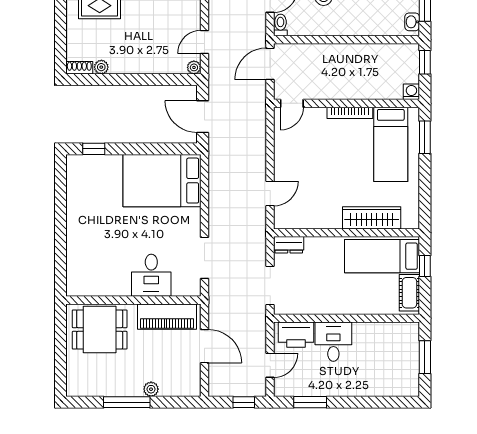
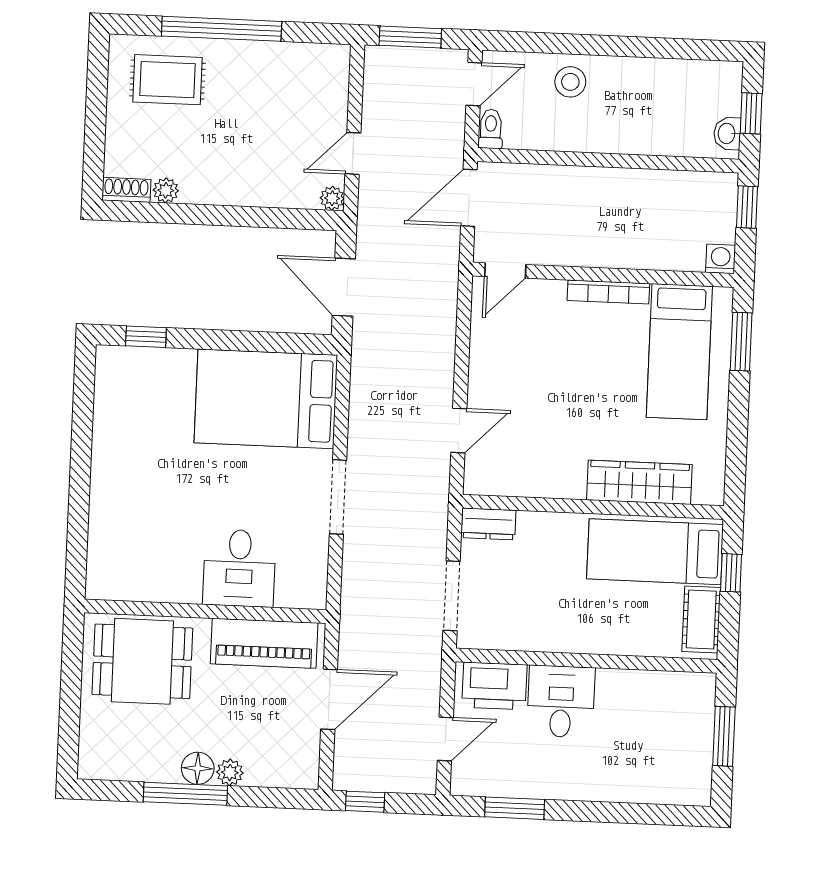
doorway: (204, 258) -> (338, 497), moved
door: (204, 346) -> (329, 699), hinge flipped
floor lamp: (133, 388) -> (198, 768), added
window: (244, 402) -> (365, 802), moved

